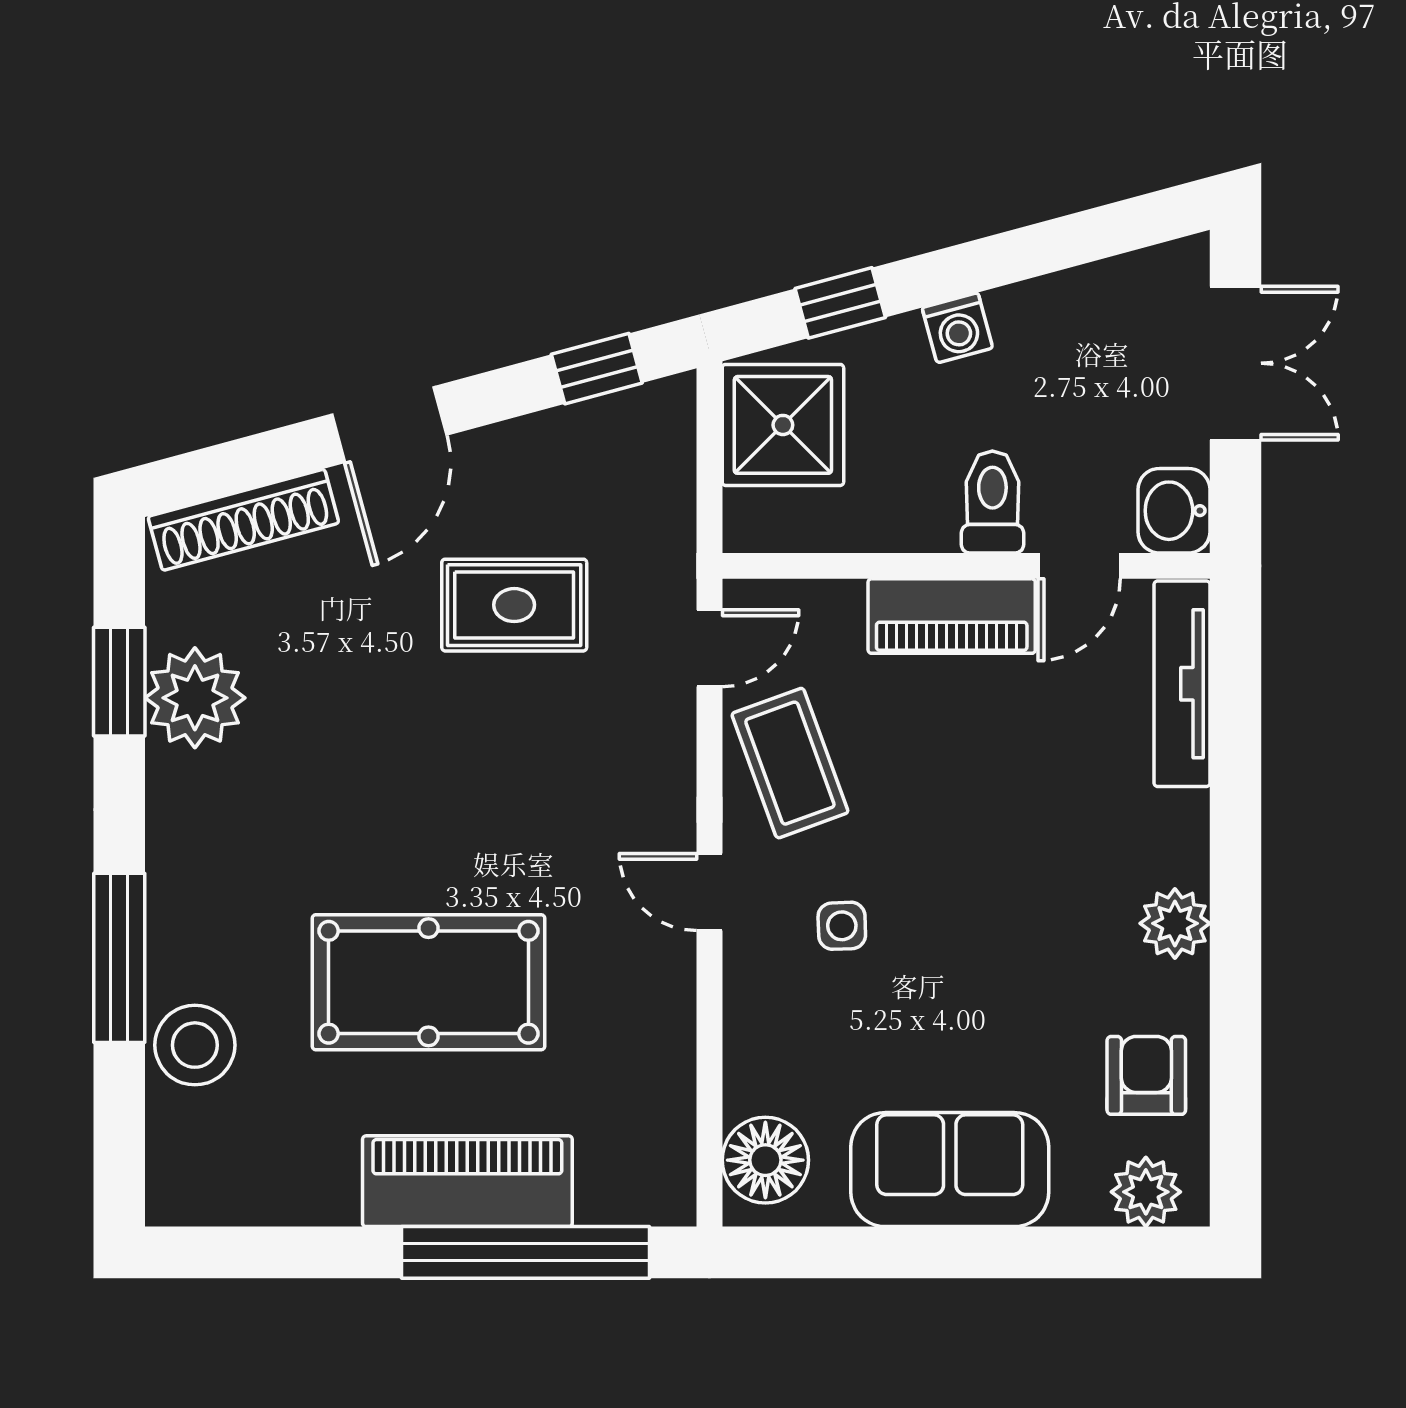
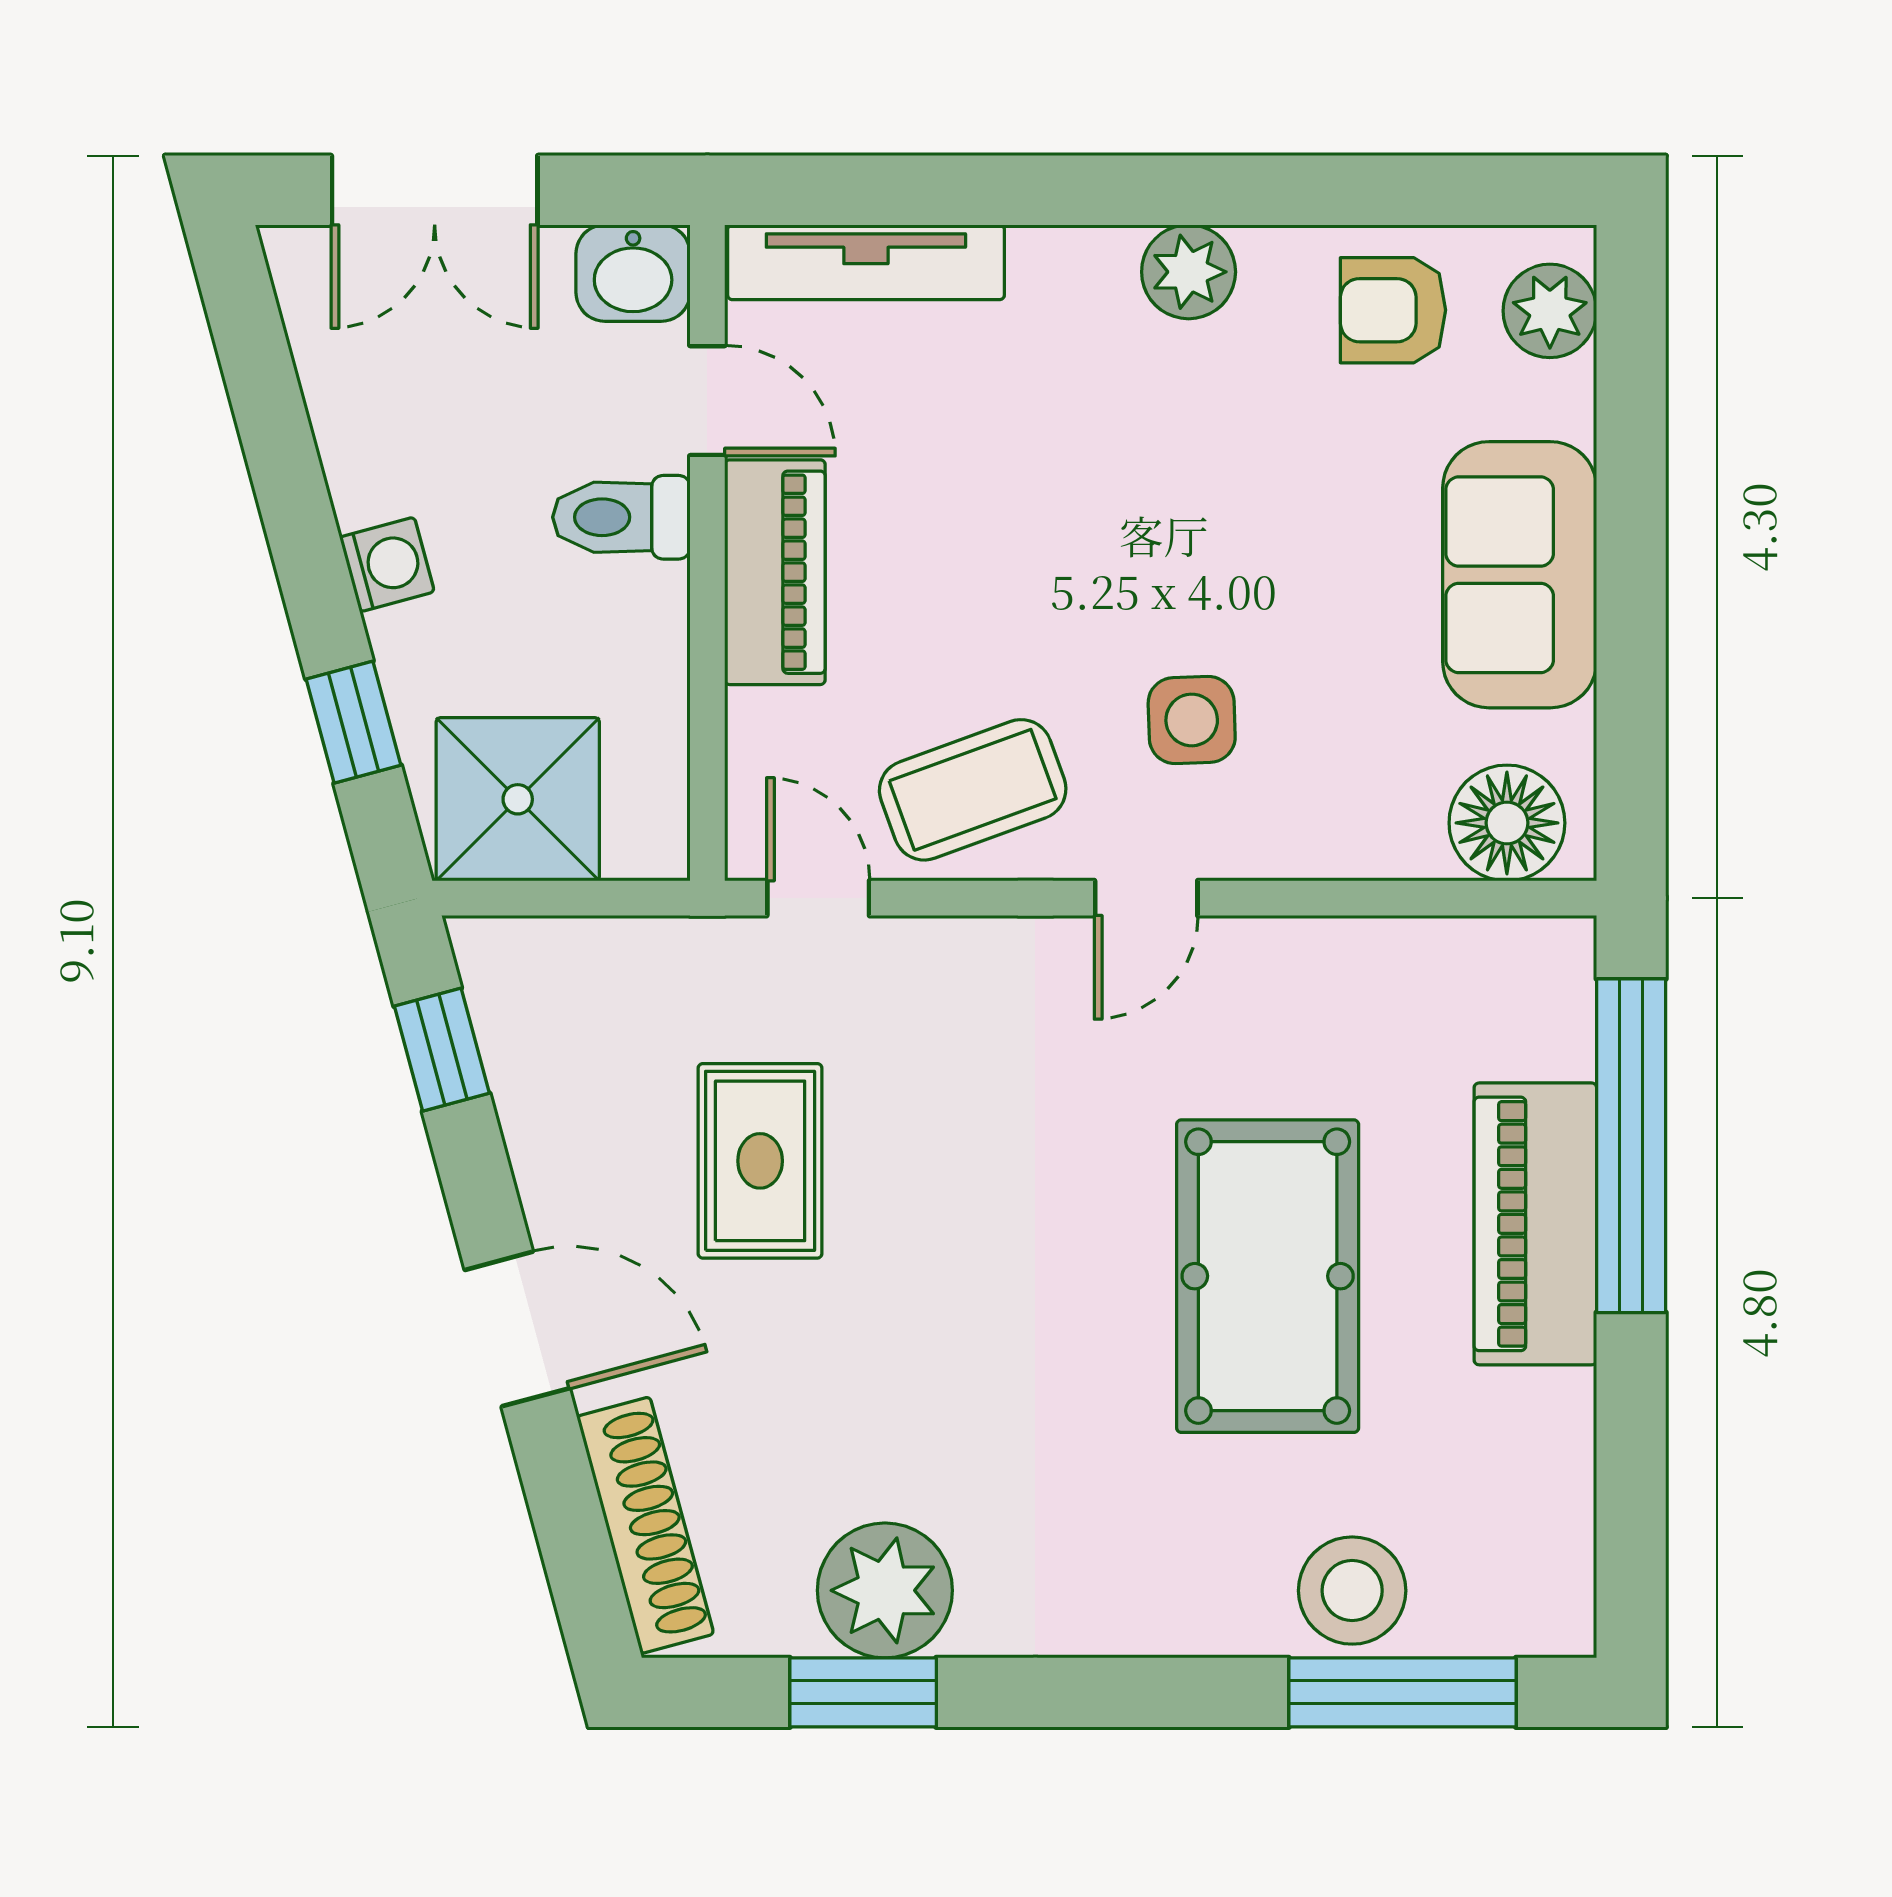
double door: (1236, 363) -> (435, 190), swing flipped
side table: (842, 926) -> (1192, 720), width x1.37, depth x1.37
window: (119, 958) -> (1402, 1692), moved

